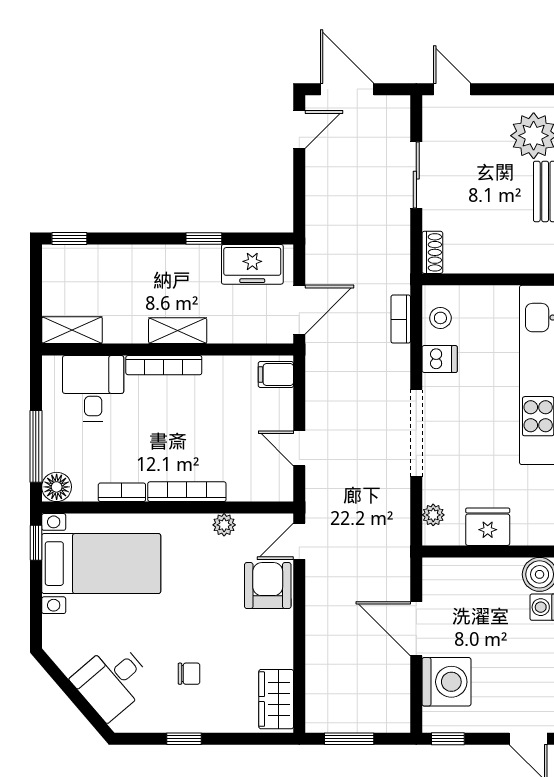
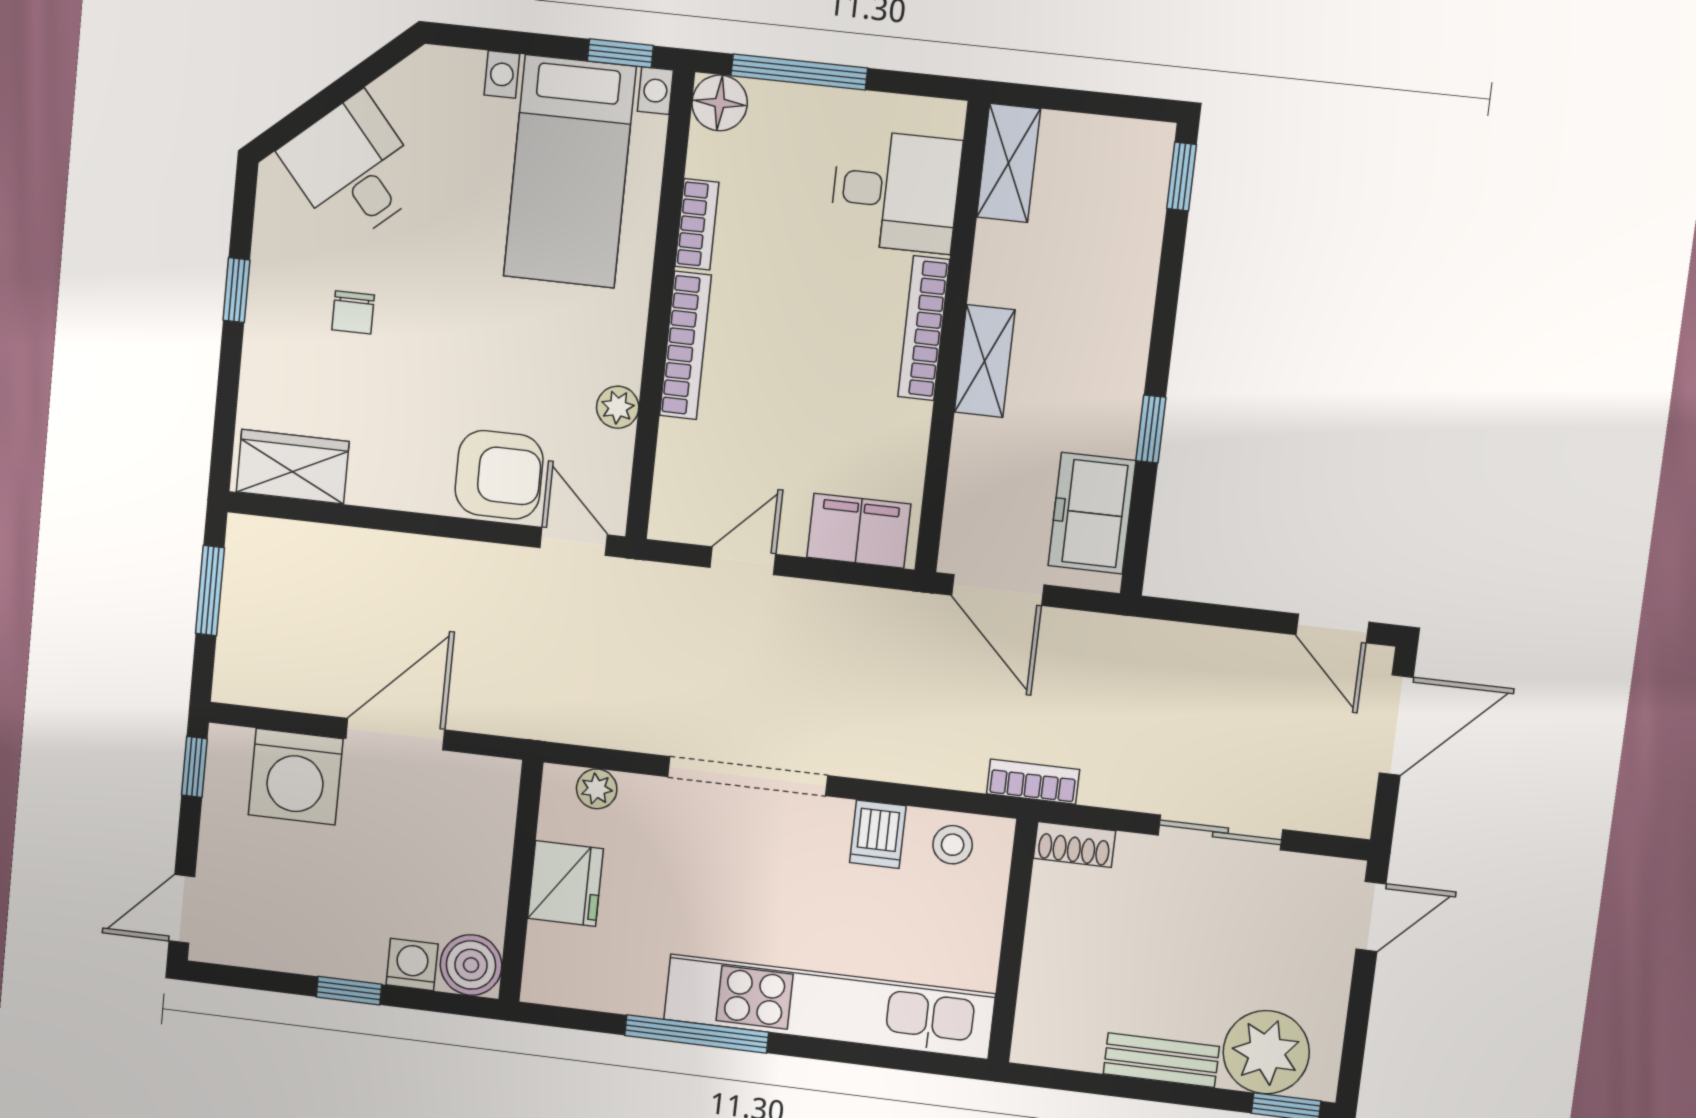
bookcase: (401, 319) -> (1033, 782), moved
filing cabinet: (276, 375) -> (859, 531), width x2.00

